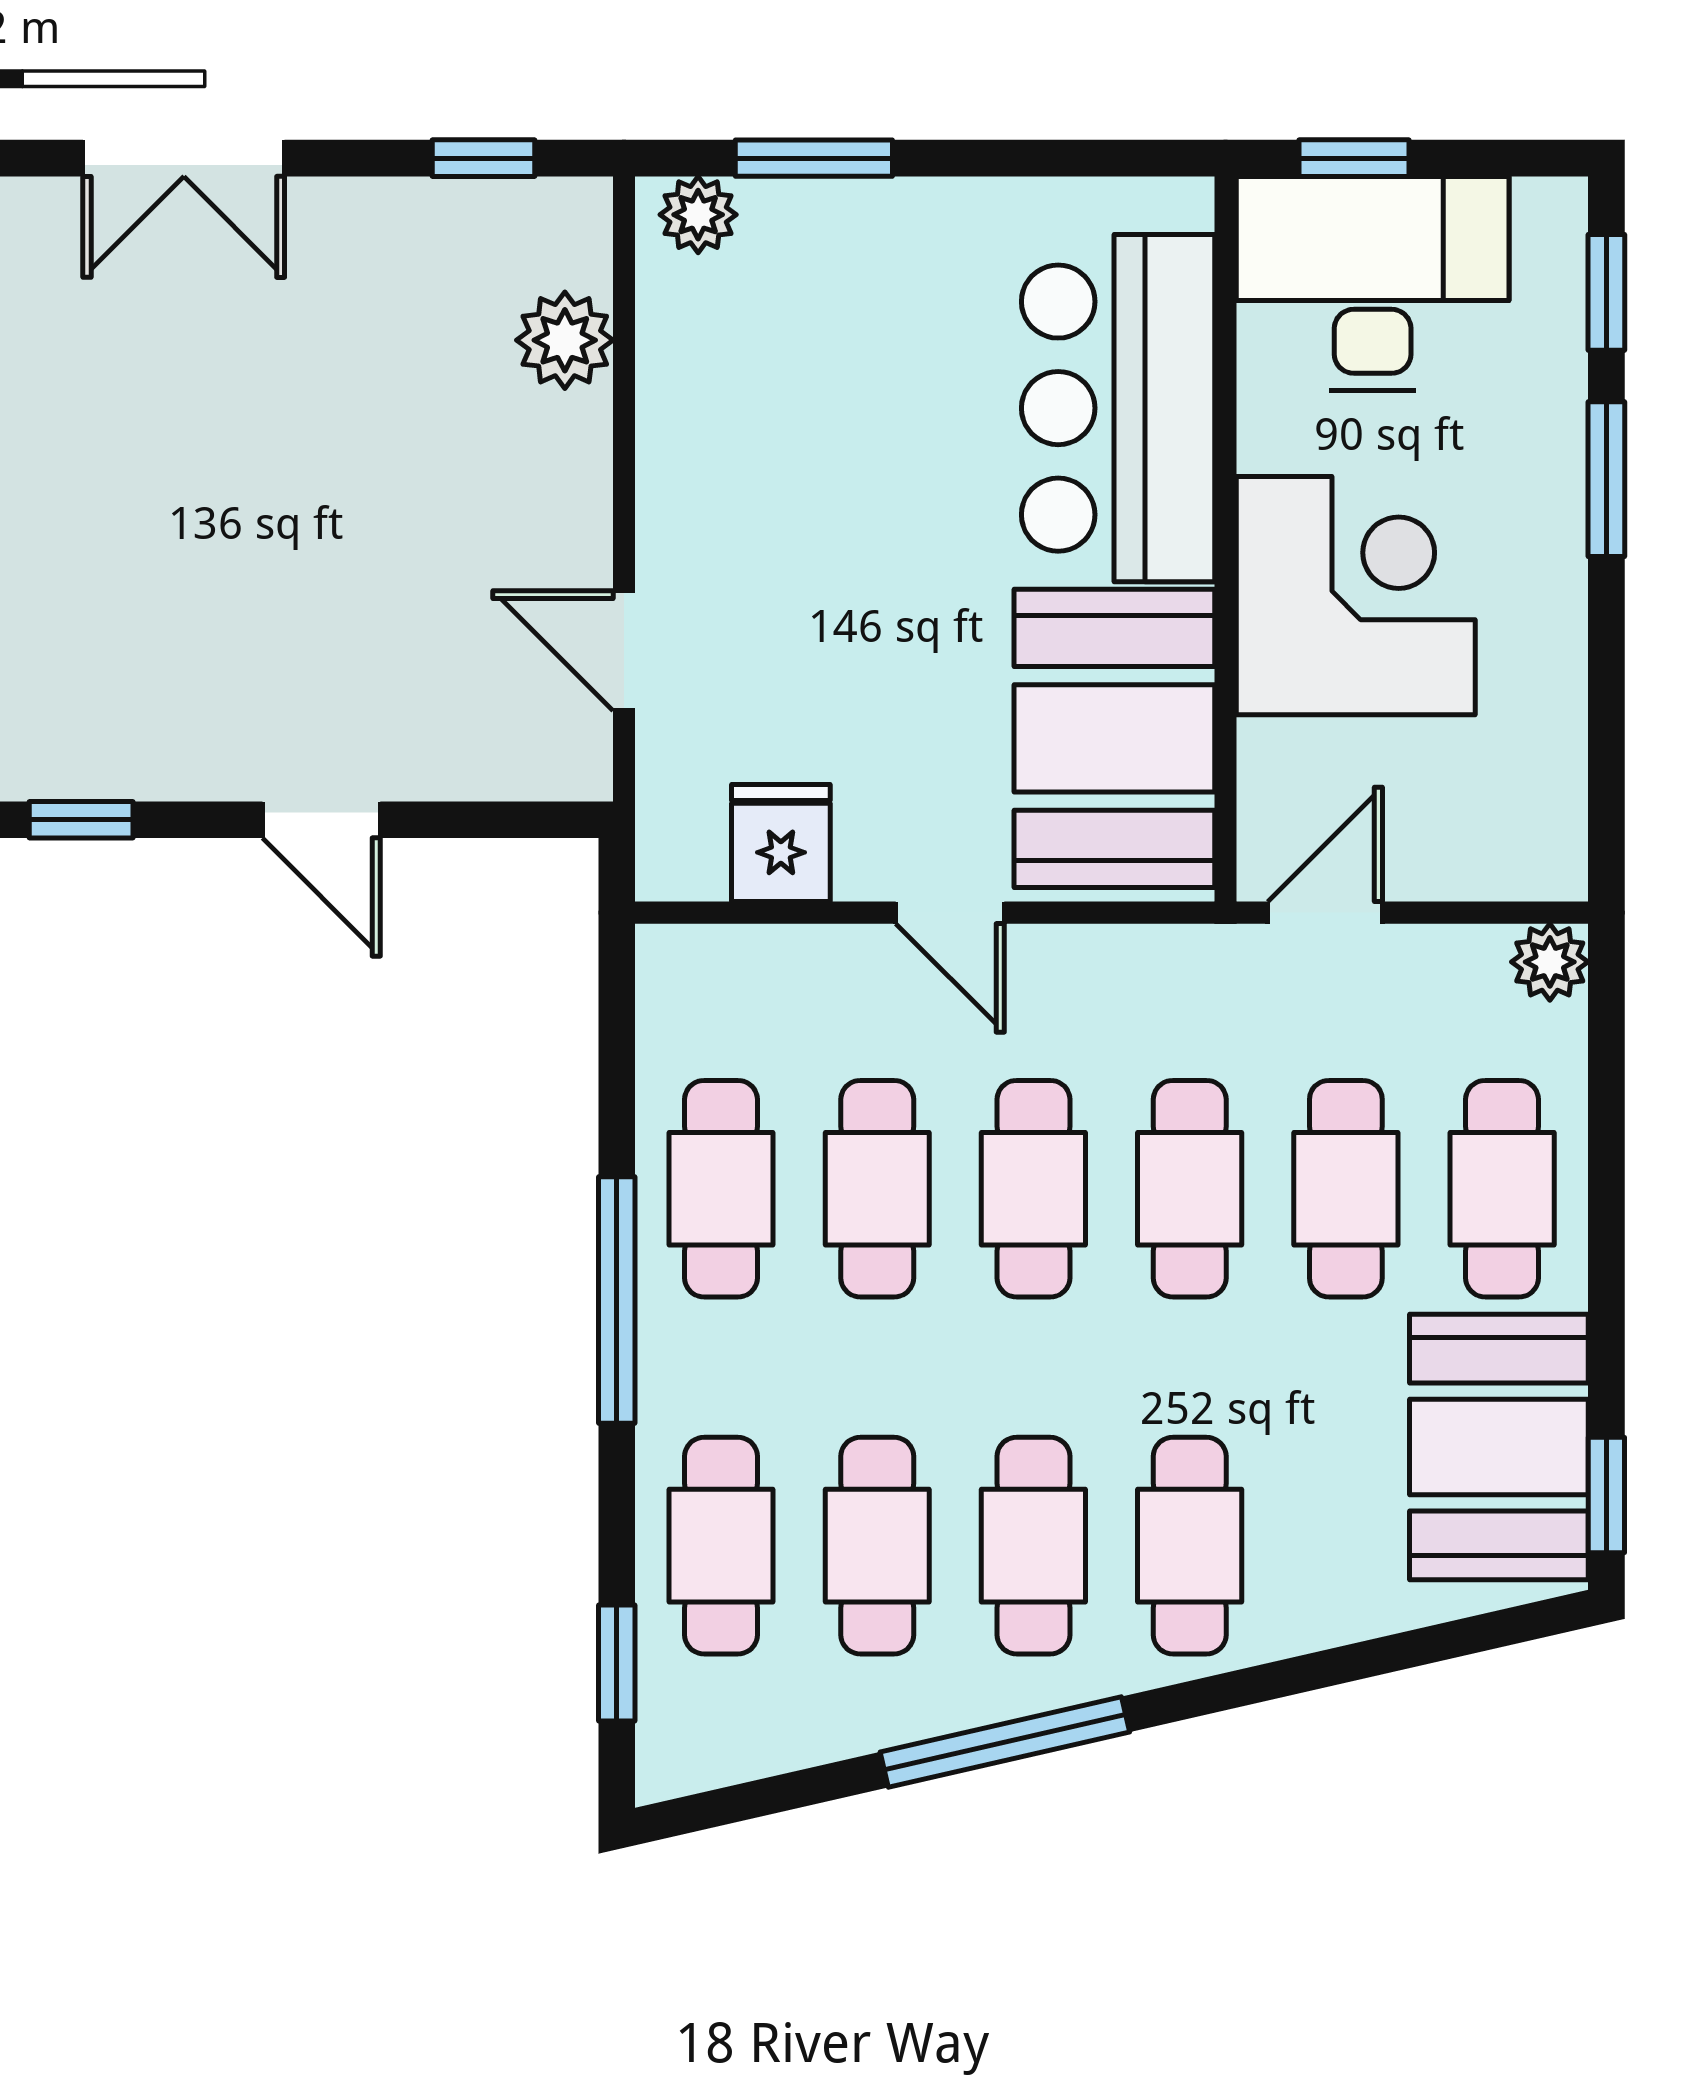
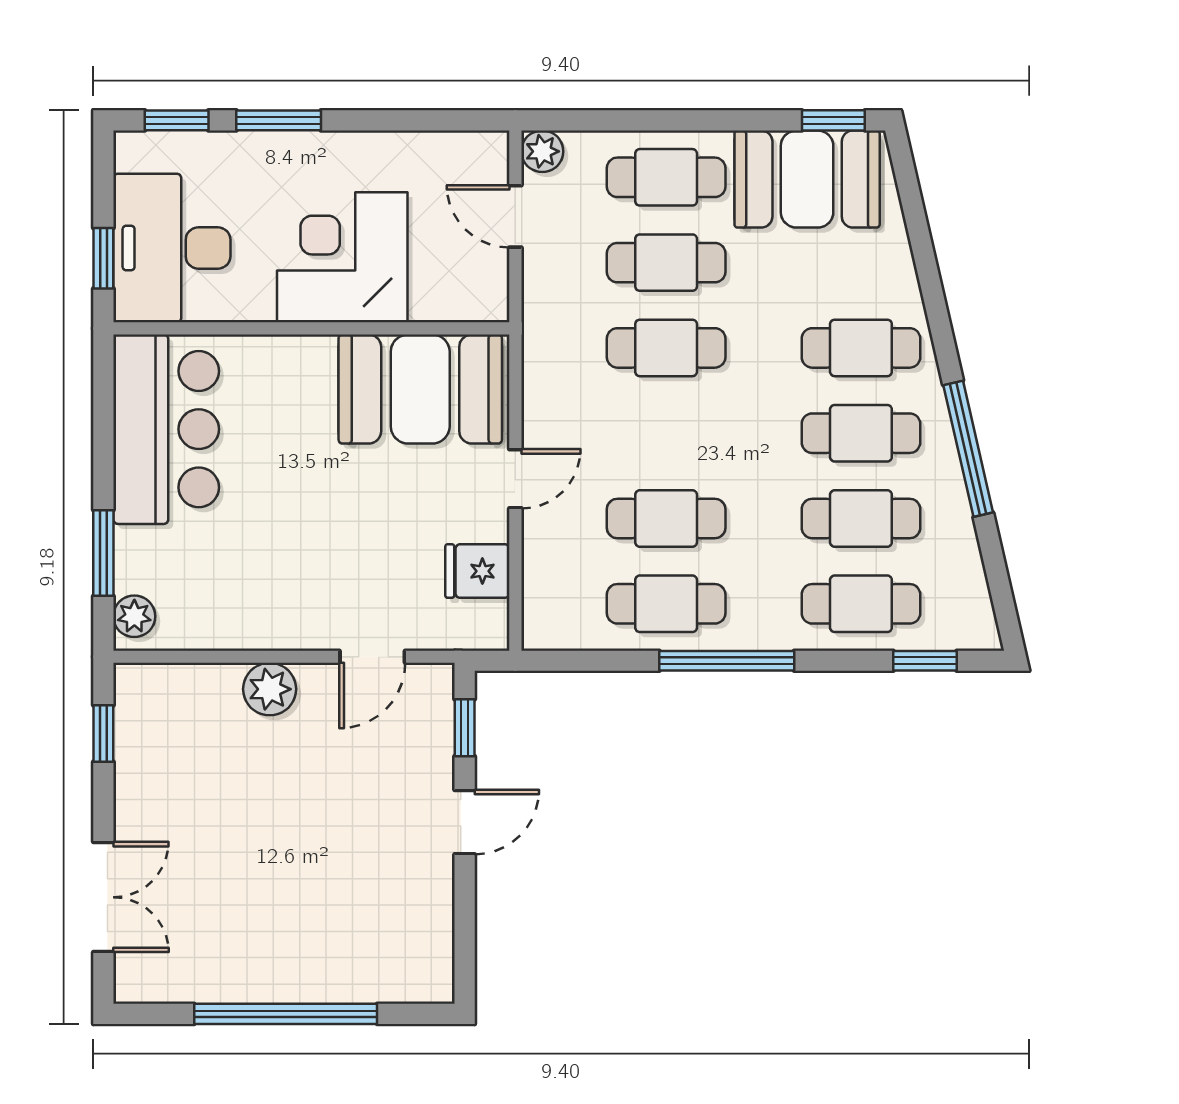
plant: (565, 340) -> (270, 689), moved
bar counter: (1118, 408) -> (166, 429), moved, turned -90
window: (81, 820) -> (465, 728), moved
door: (1325, 913) -> (515, 216), moved
cafe table: (1033, 1189) -> (666, 433), removed

